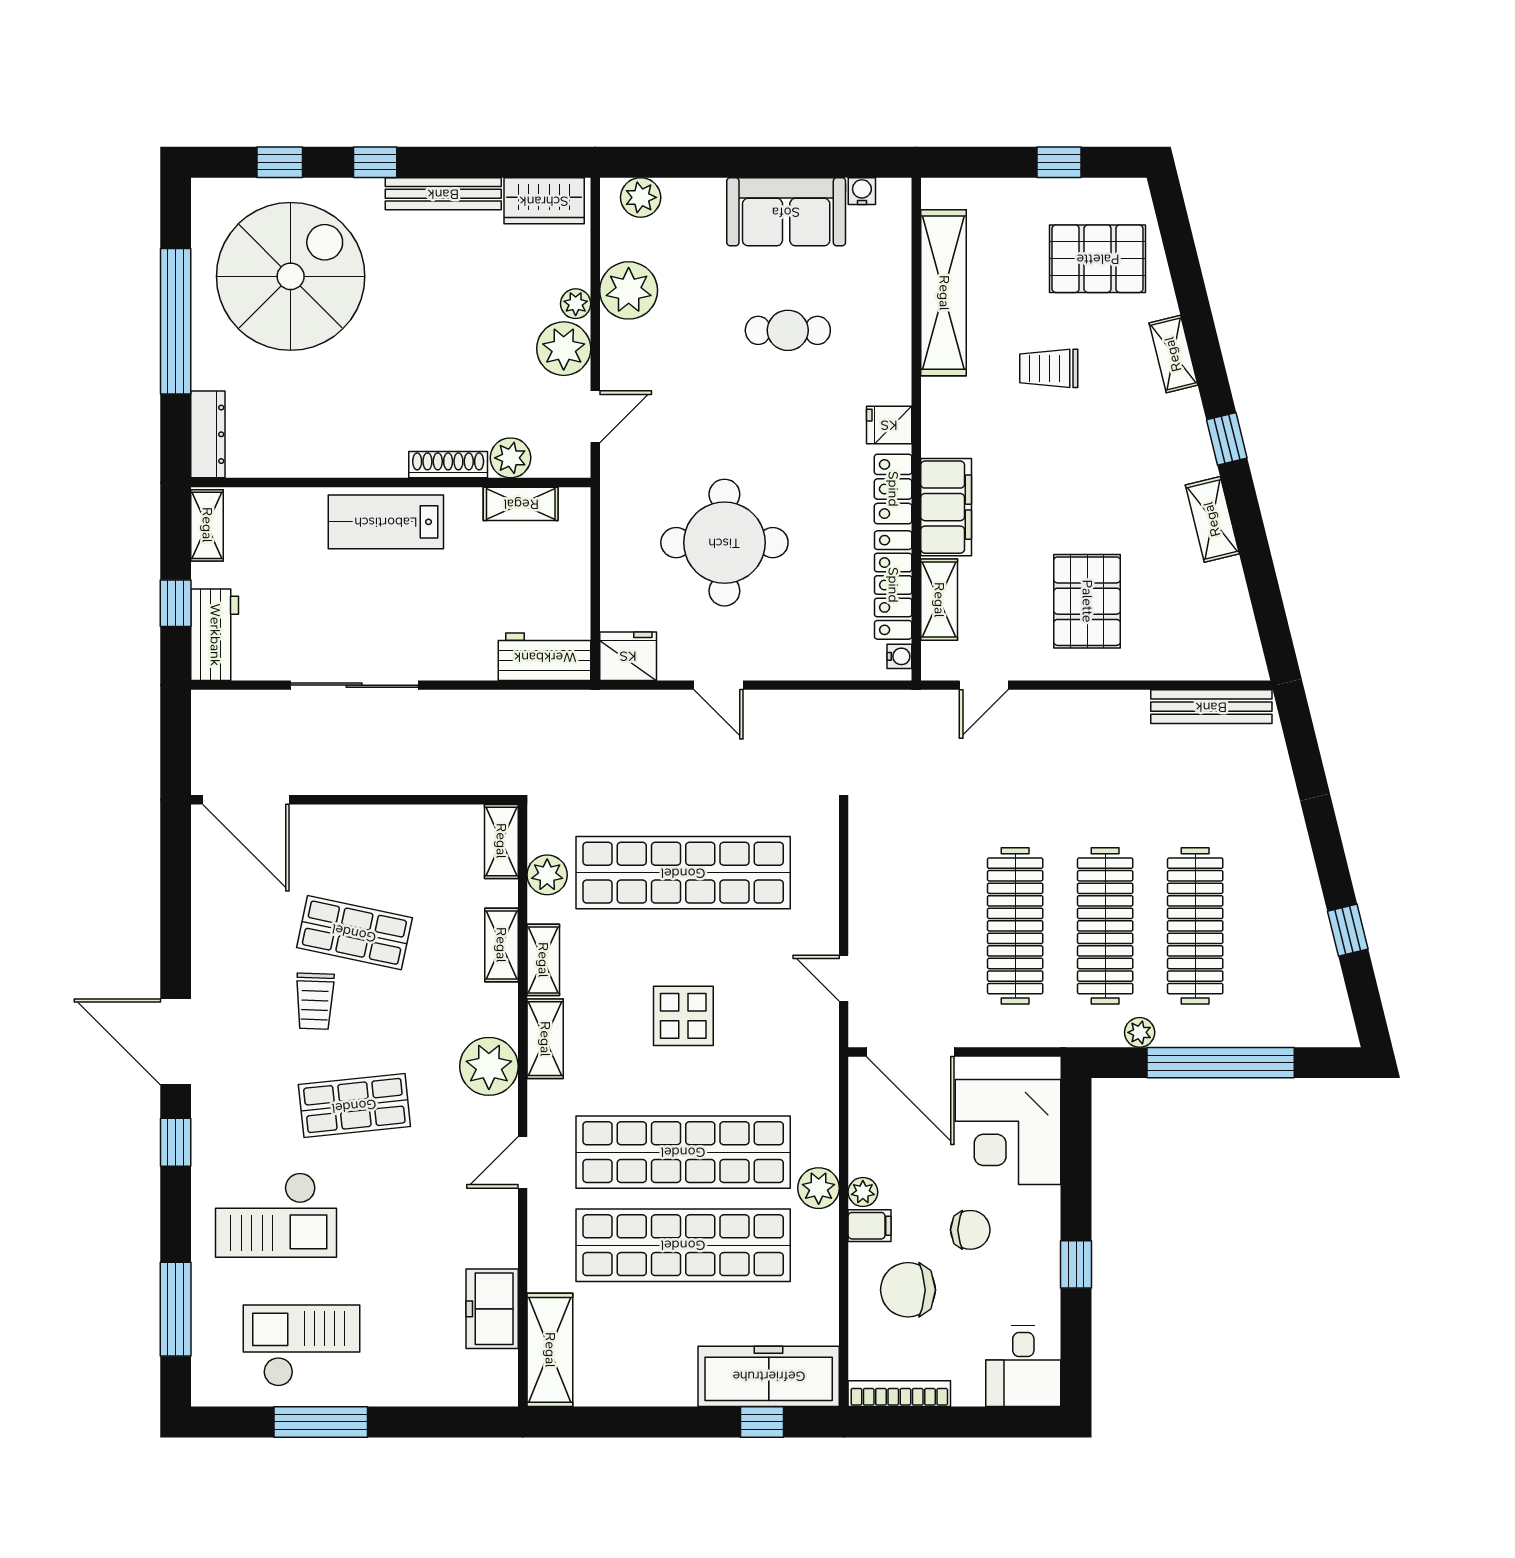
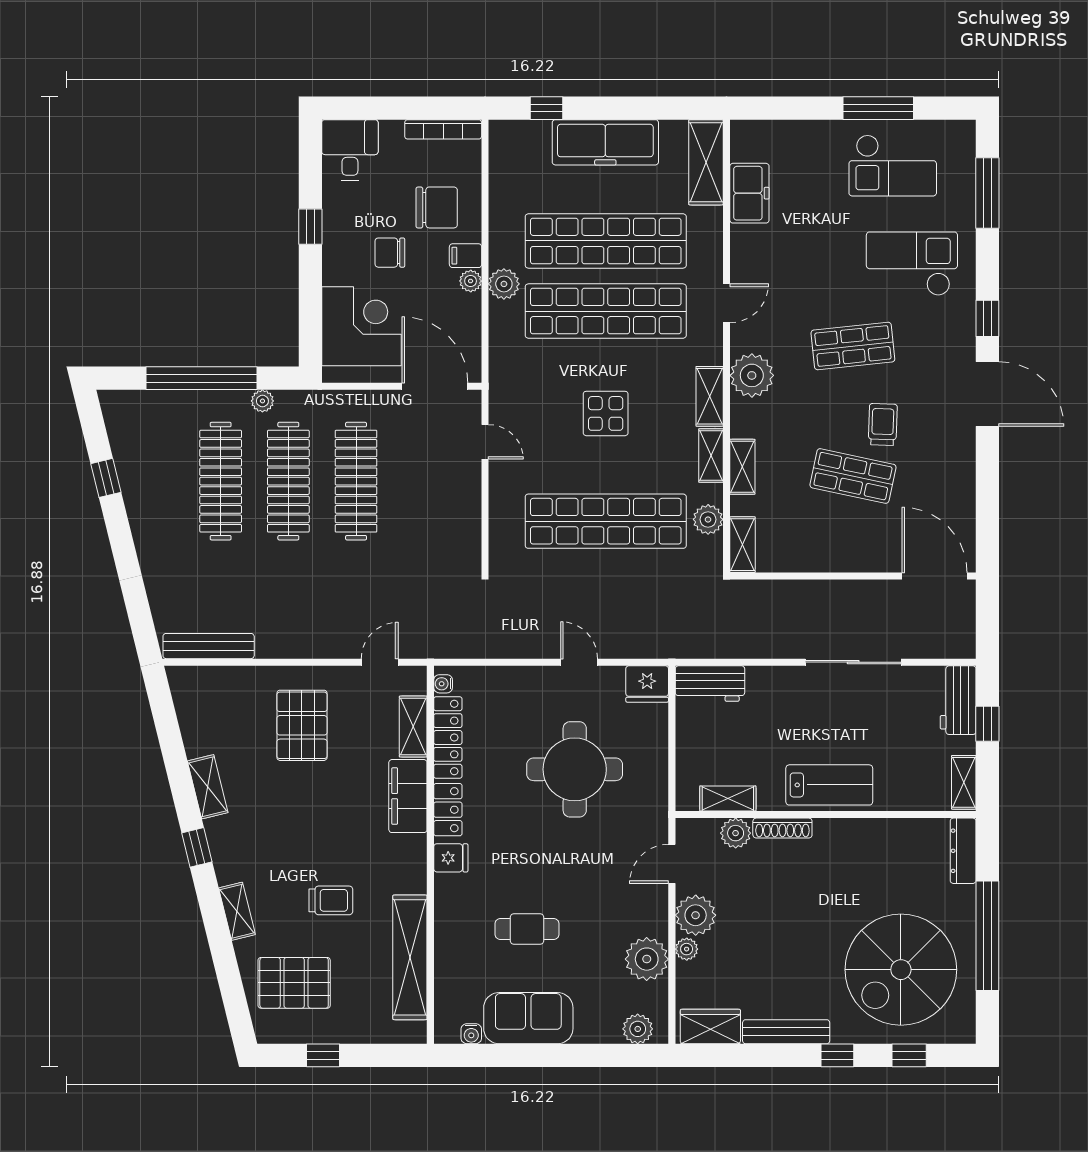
freezer: (769, 1376) -> (605, 142), moved

